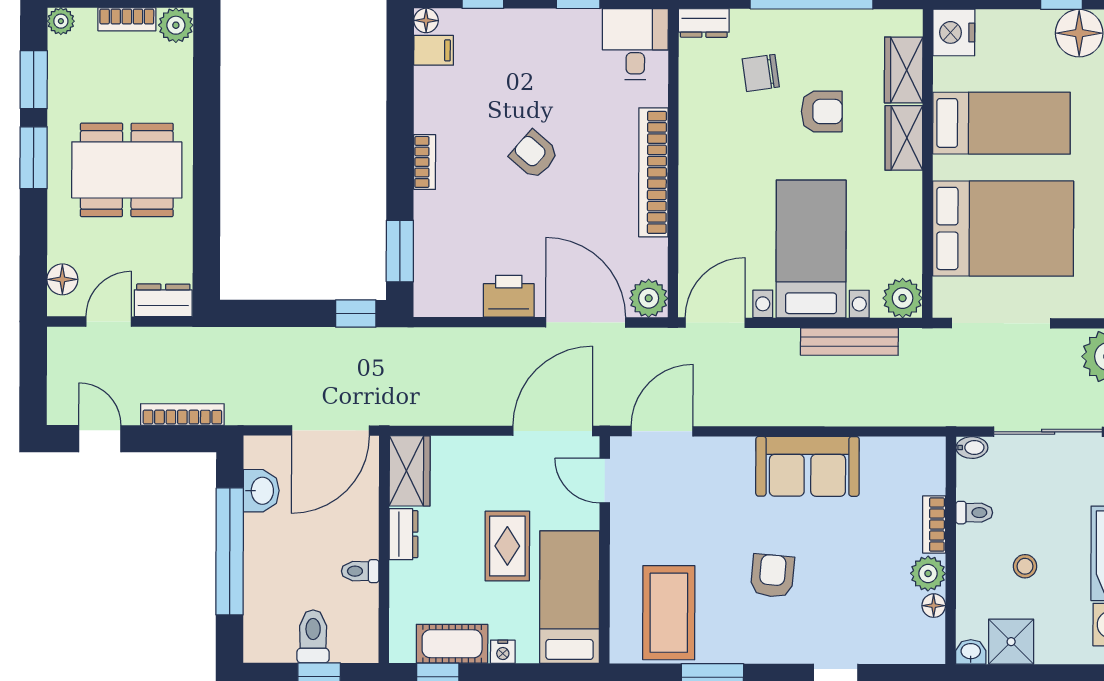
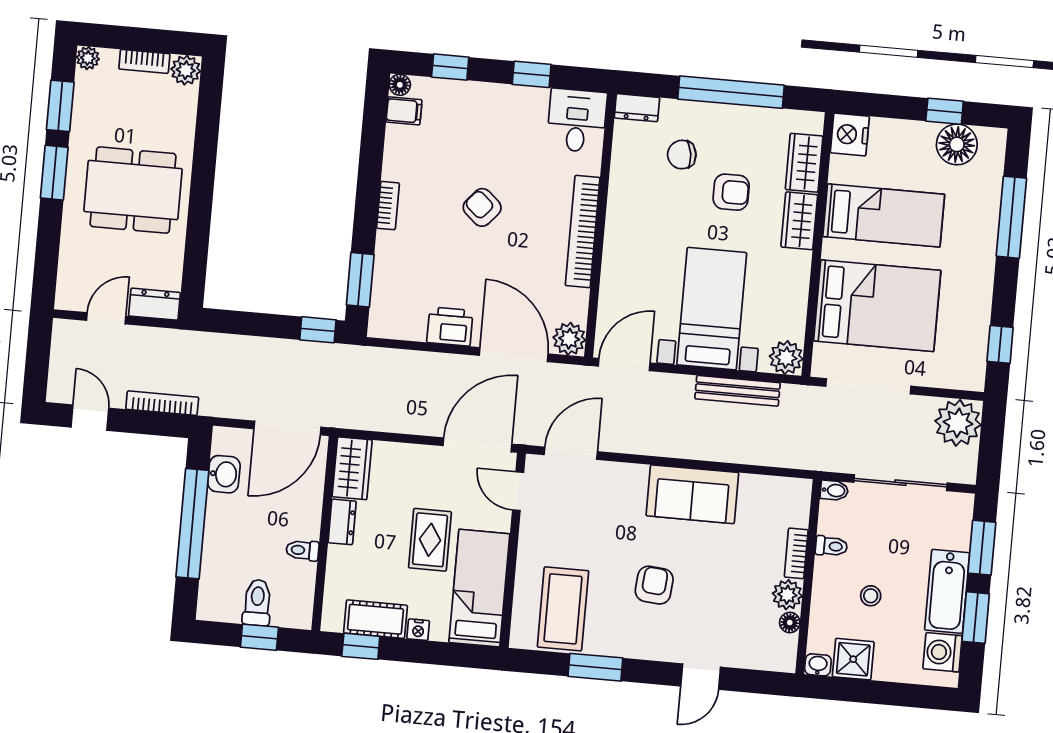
floor lamp: (62, 279) -> (70, 279), removed

